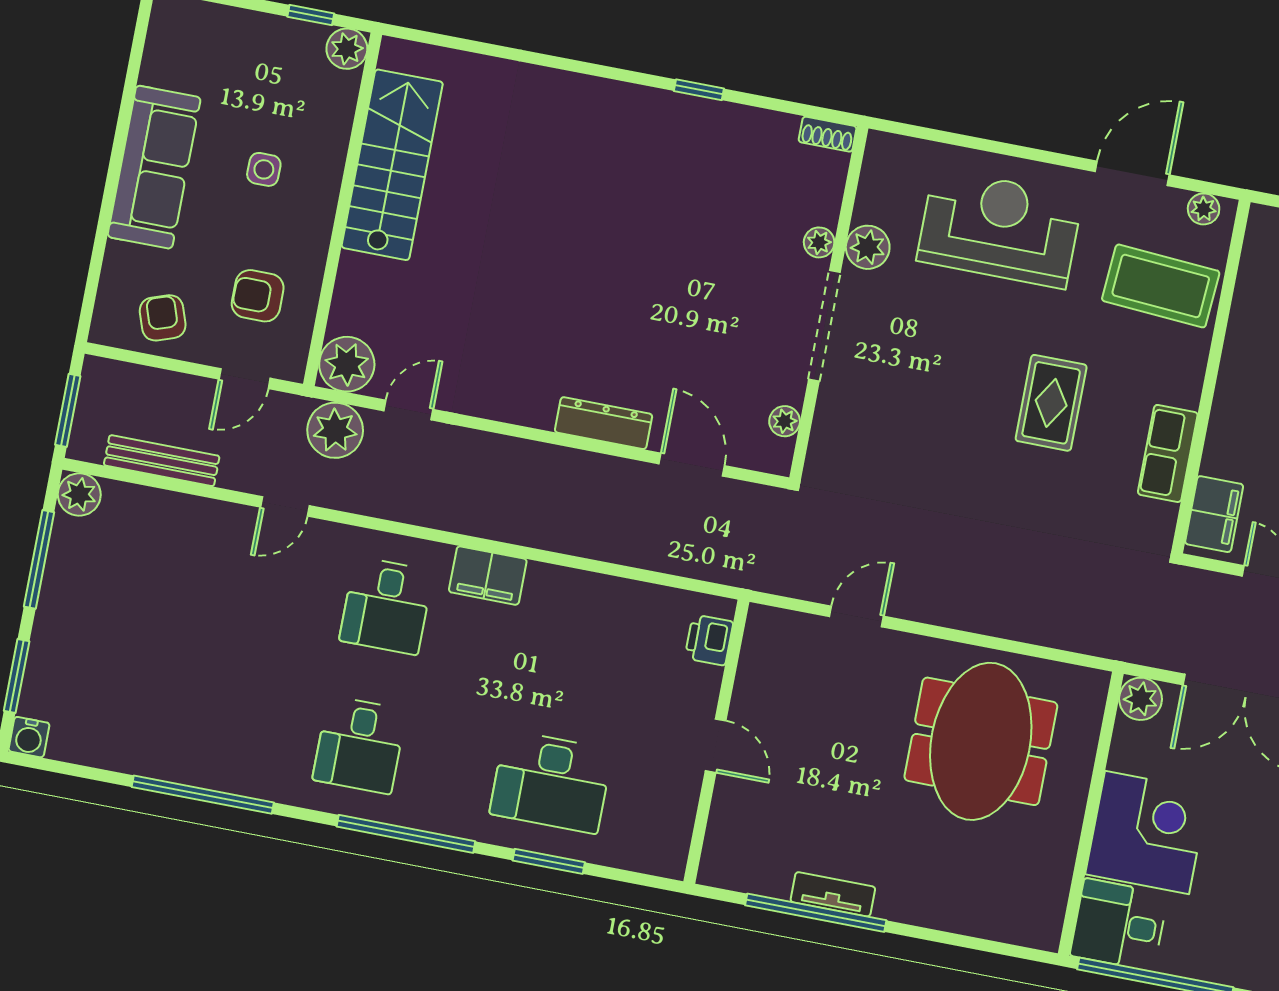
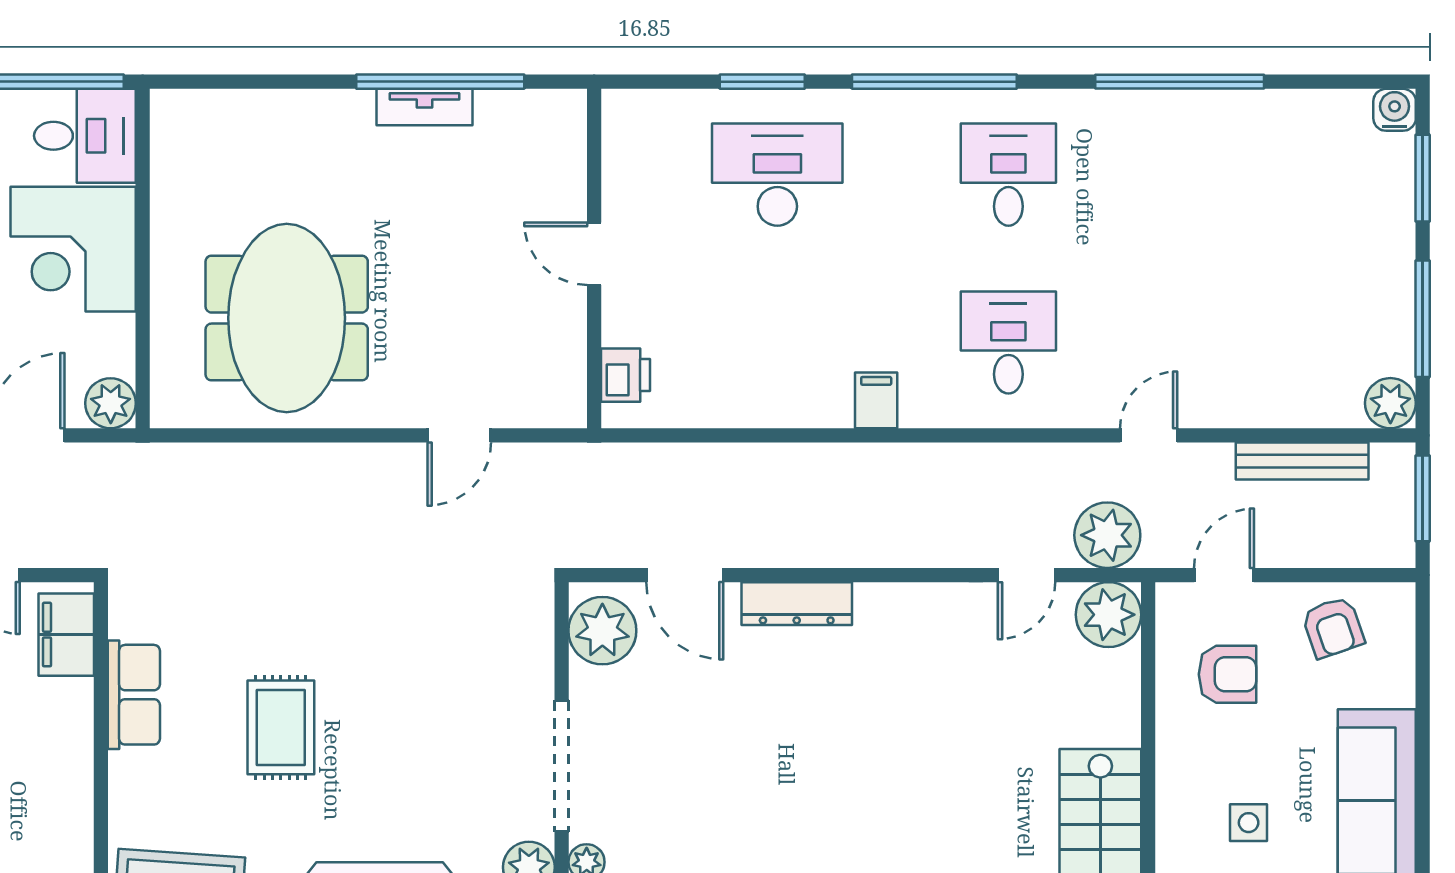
plant: (785, 421) -> (602, 631), width x1.88, depth x1.88
filing cabinet: (488, 576) -> (876, 400), width x0.50

